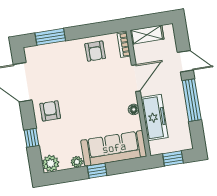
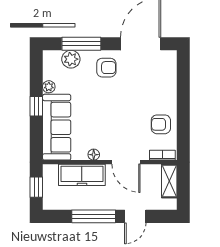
window: (50, 37) -> (183, 80), removed
window: (32, 138) -> (81, 44), width x2.17
plant: (51, 163) -> (71, 59), moved

